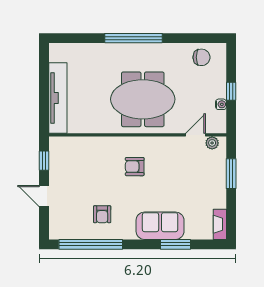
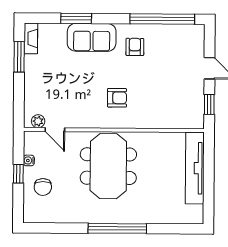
chair: (201, 57) -> (43, 187), moved, turned -90
meeting table: (143, 99) -> (108, 166), turned 90
door: (196, 135) -> (55, 130), hinge flipped
window: (231, 174) -> (19, 57), moved
armchair: (102, 214) -> (135, 47), moved

